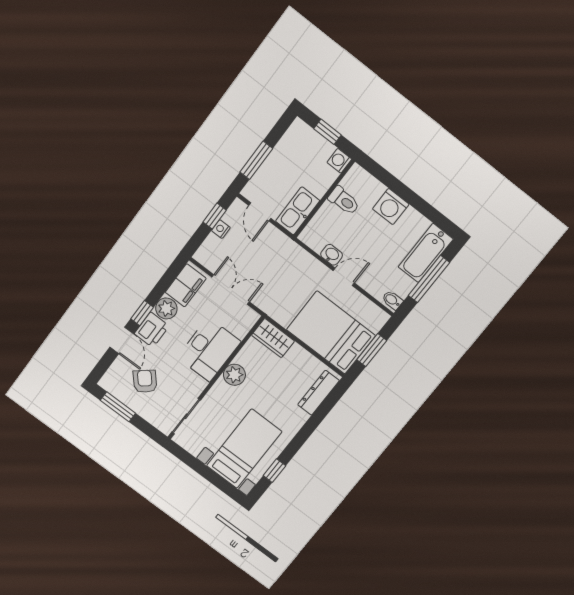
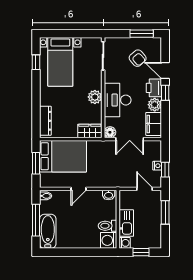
washing machine: (391, 207) -> (109, 240), moved, turned -90
kitchen sink: (298, 211) -> (126, 223), moved
washbasin: (332, 255) -> (109, 195), moved
floor lamp: (249, 317) -> (110, 132), added

